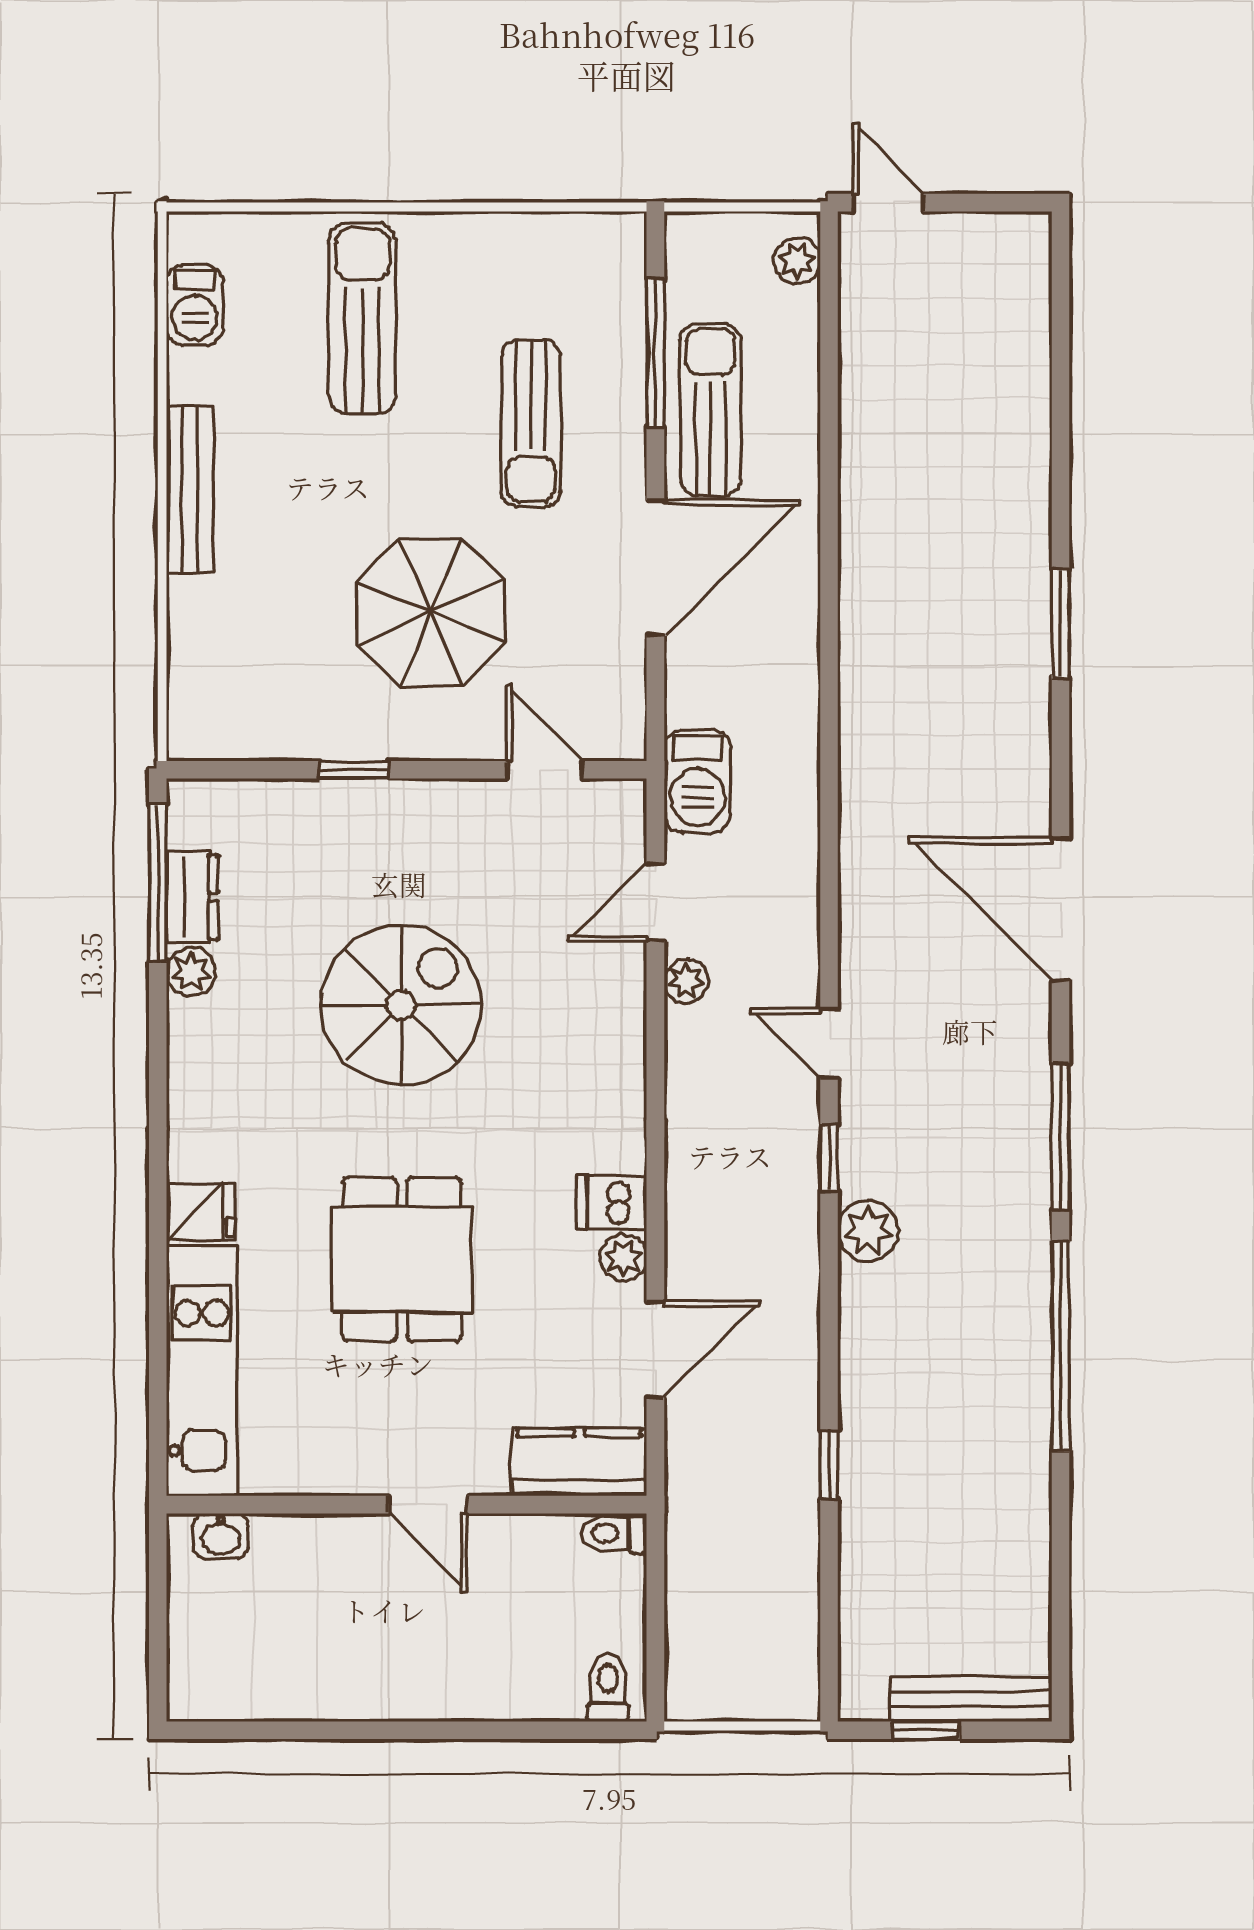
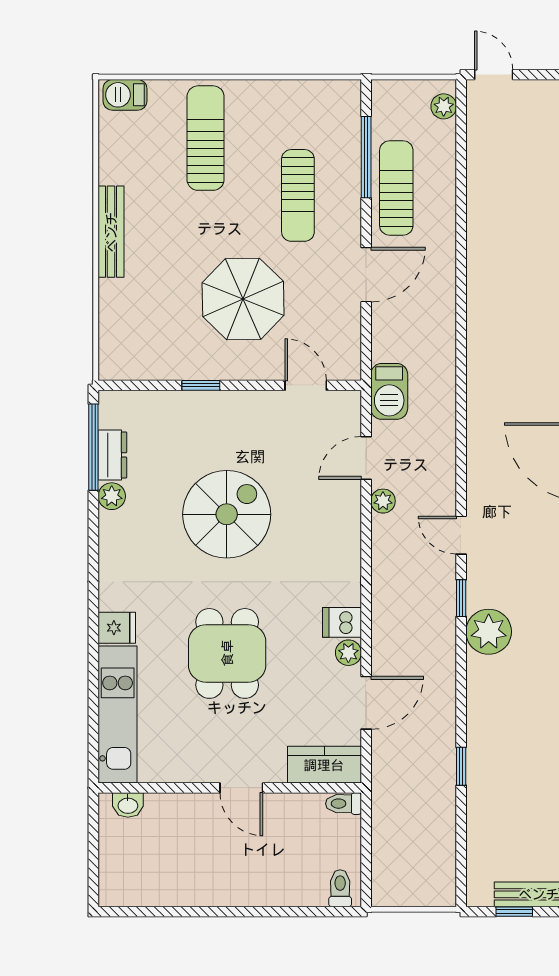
barbecue: (195, 305) -> (125, 95), moved, turned 90
door: (655, 568) -> (366, 275), width x0.73
plant: (868, 1231) -> (489, 632), width x1.36, depth x1.36

